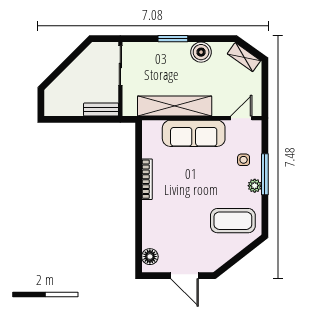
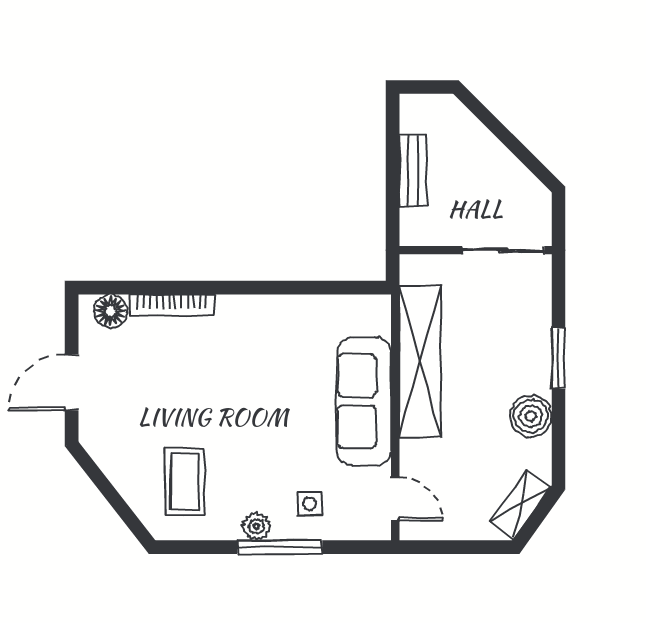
bench: (101, 110) -> (413, 171), moved
bookcase: (147, 179) -> (172, 305), moved
coffee table: (233, 221) -> (184, 482), width x0.73, depth x0.76

